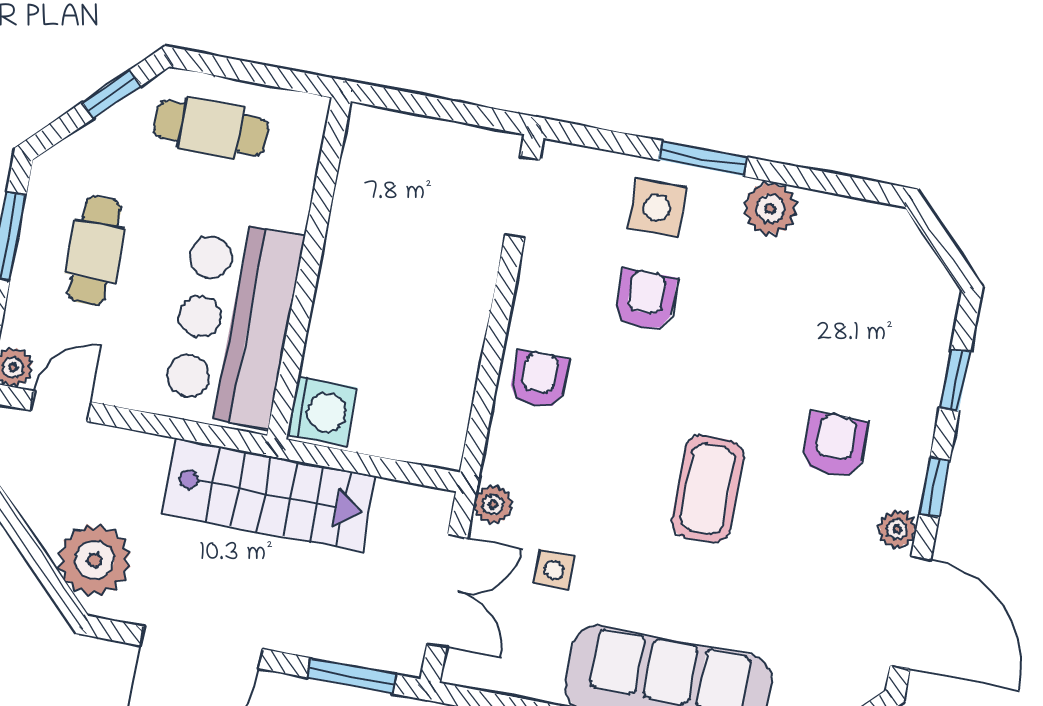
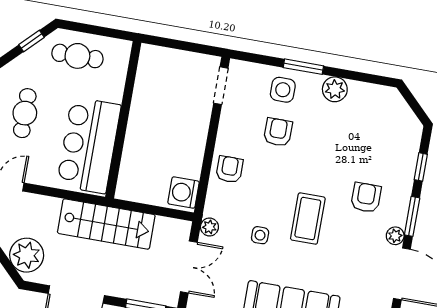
washing machine: (322, 411) -> (184, 193), moved, turned 180
window: (934, 487) -> (412, 216), width x1.50
side table: (554, 570) -> (260, 235), moved

